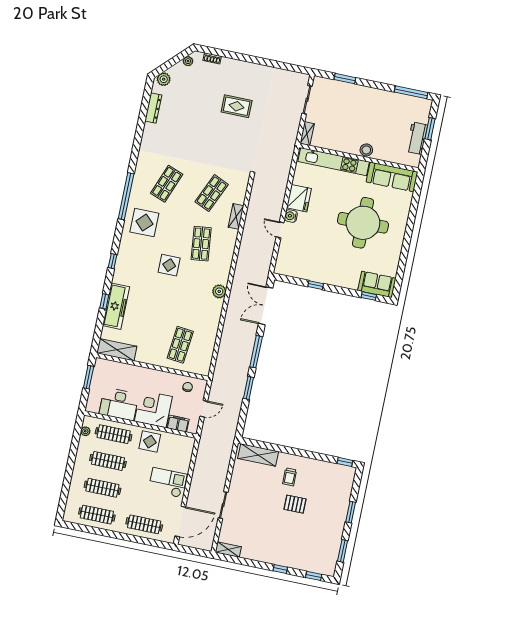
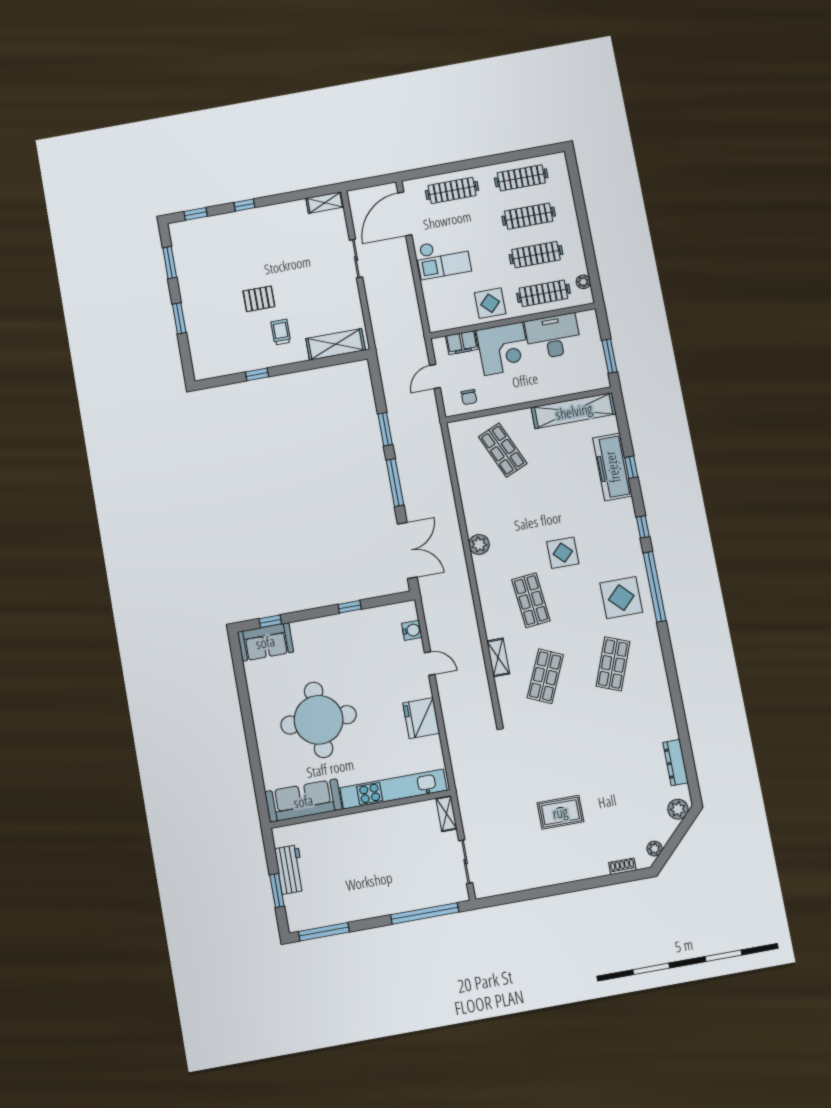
window: (345, 79) -> (425, 913), width x2.11
stool: (366, 150) -> (354, 824), removed
window: (126, 196) -> (655, 587), moved
water cooler: (291, 216) -> (412, 630), moved
shop shelf: (180, 345) -> (503, 450), turned -30
shelving: (117, 350) -> (574, 411), width x1.47
window: (345, 462) -> (257, 374), moved

